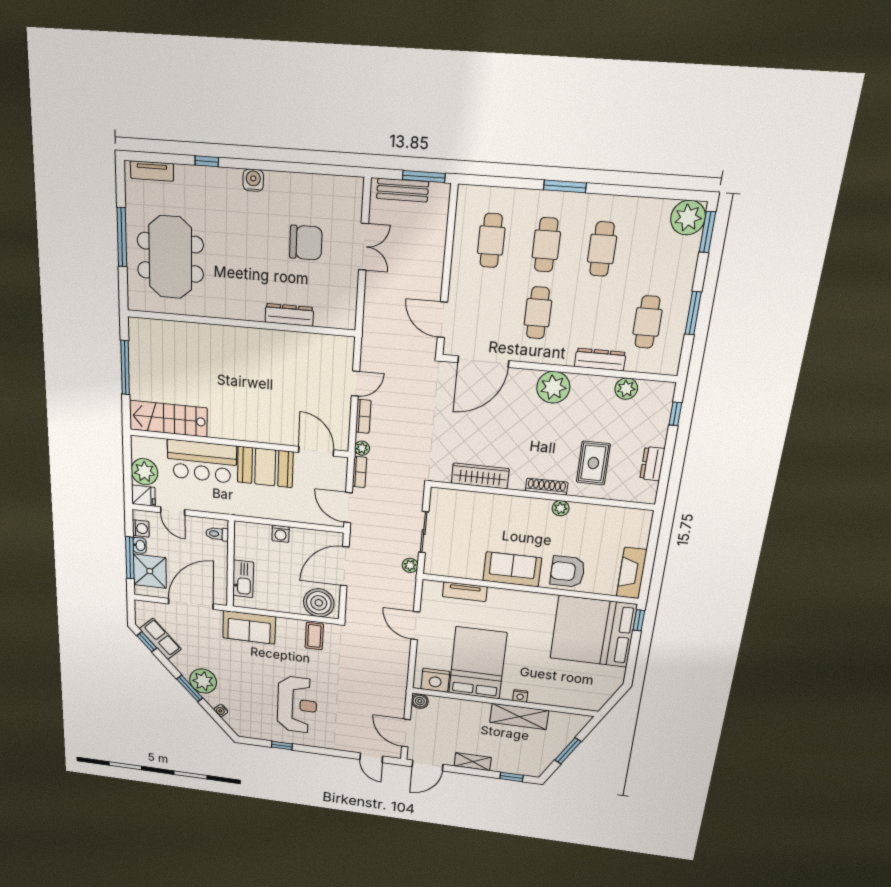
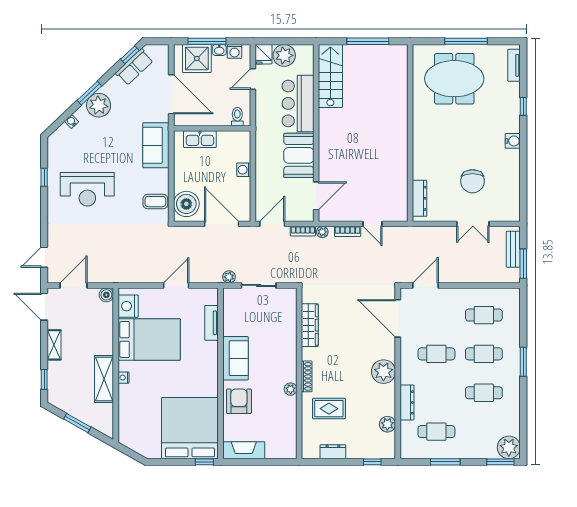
dresser: (289, 315) -> (420, 198), moved

